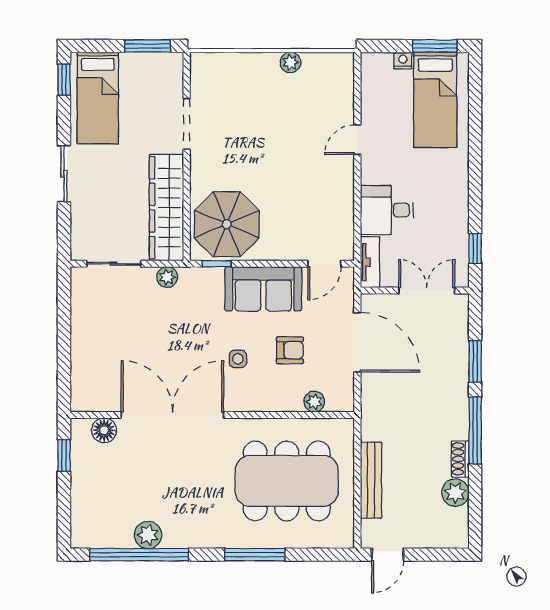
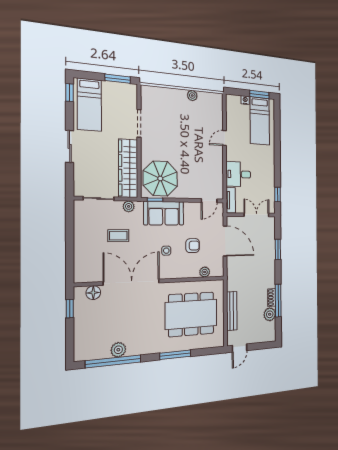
sofa: (263, 289) -> (164, 213), moved
coffee table: (148, 330) -> (118, 236), added
window: (475, 430) -> (278, 301), moved

